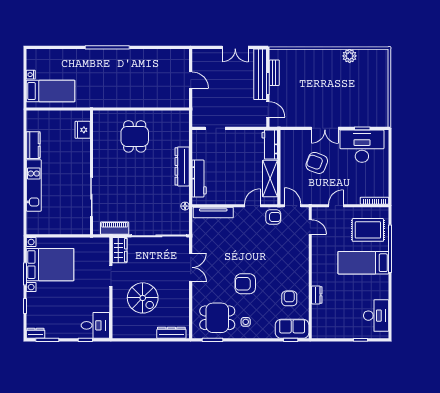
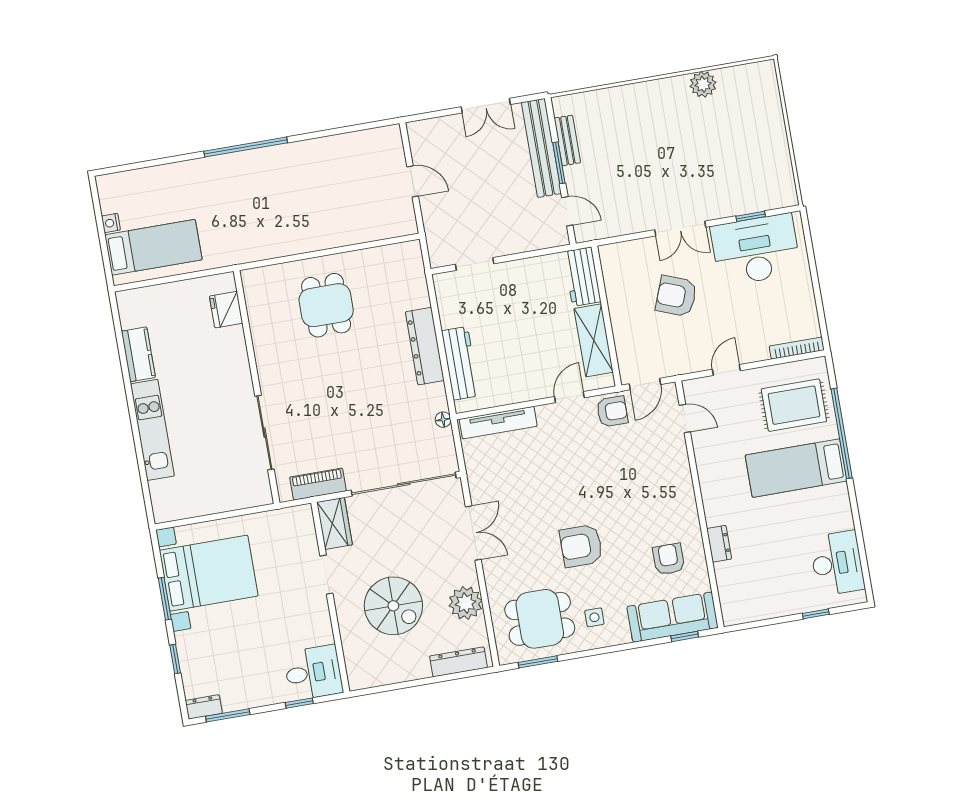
door: (293, 206) -> (645, 384), swing flipped
plant: (180, 303) -> (465, 603), added
sofa: (292, 329) -> (672, 617), width x1.36

